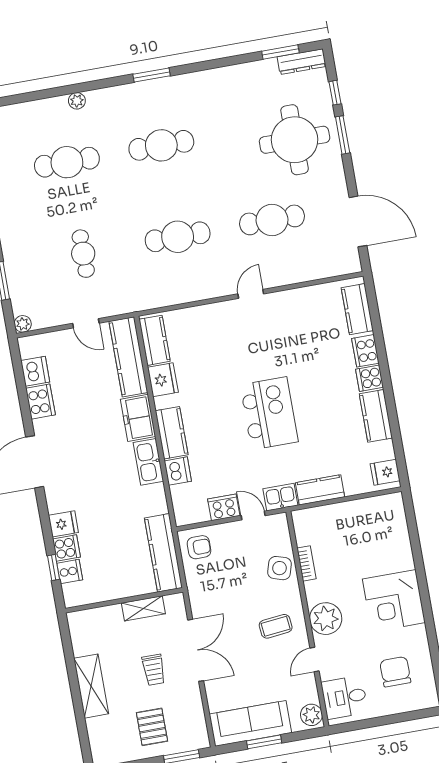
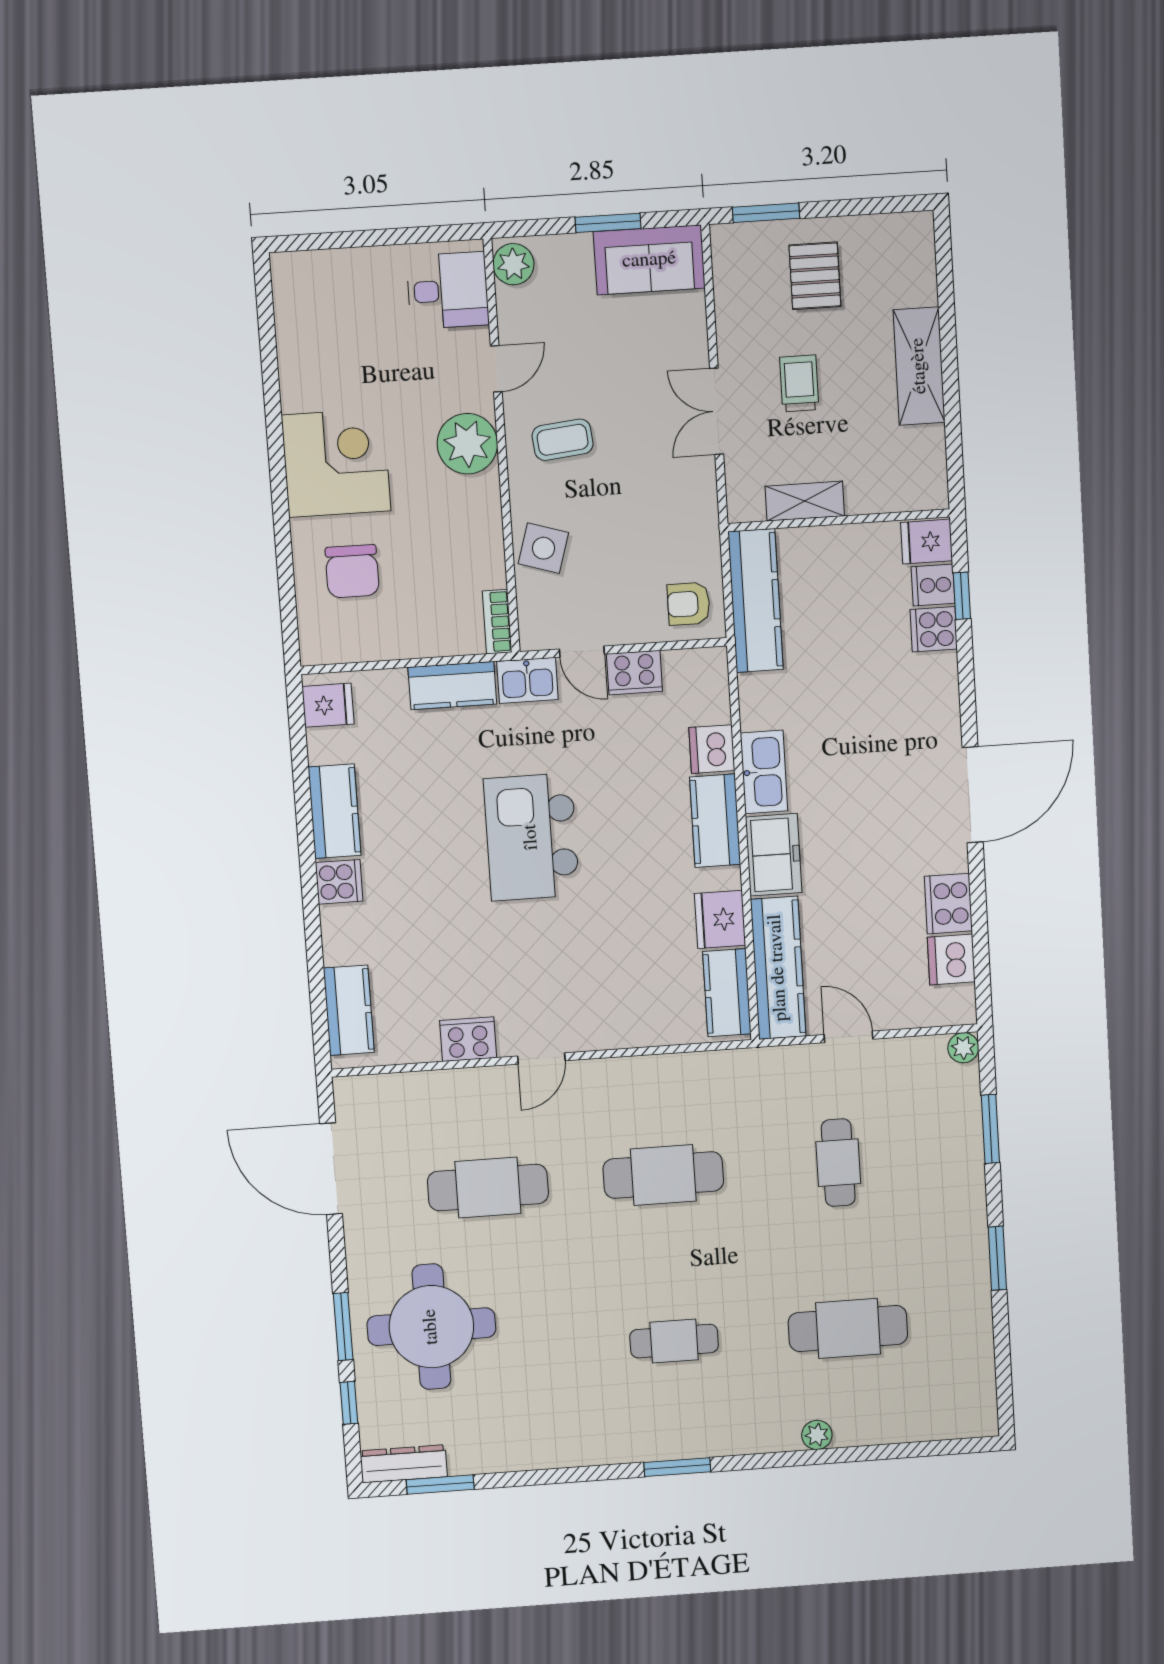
cafe table: (161, 145) -> (674, 1341), width x0.73, depth x0.74
cooker: (365, 351) -> (468, 1039), moved, turned -90
fridge: (63, 524) -> (927, 542), moved
bookcase: (306, 563) -> (497, 622), moved
double door: (196, 650) -> (717, 411), width x0.73
chair: (395, 672) -> (352, 571), moved
sofa: (250, 723) -> (649, 260), width x0.73

